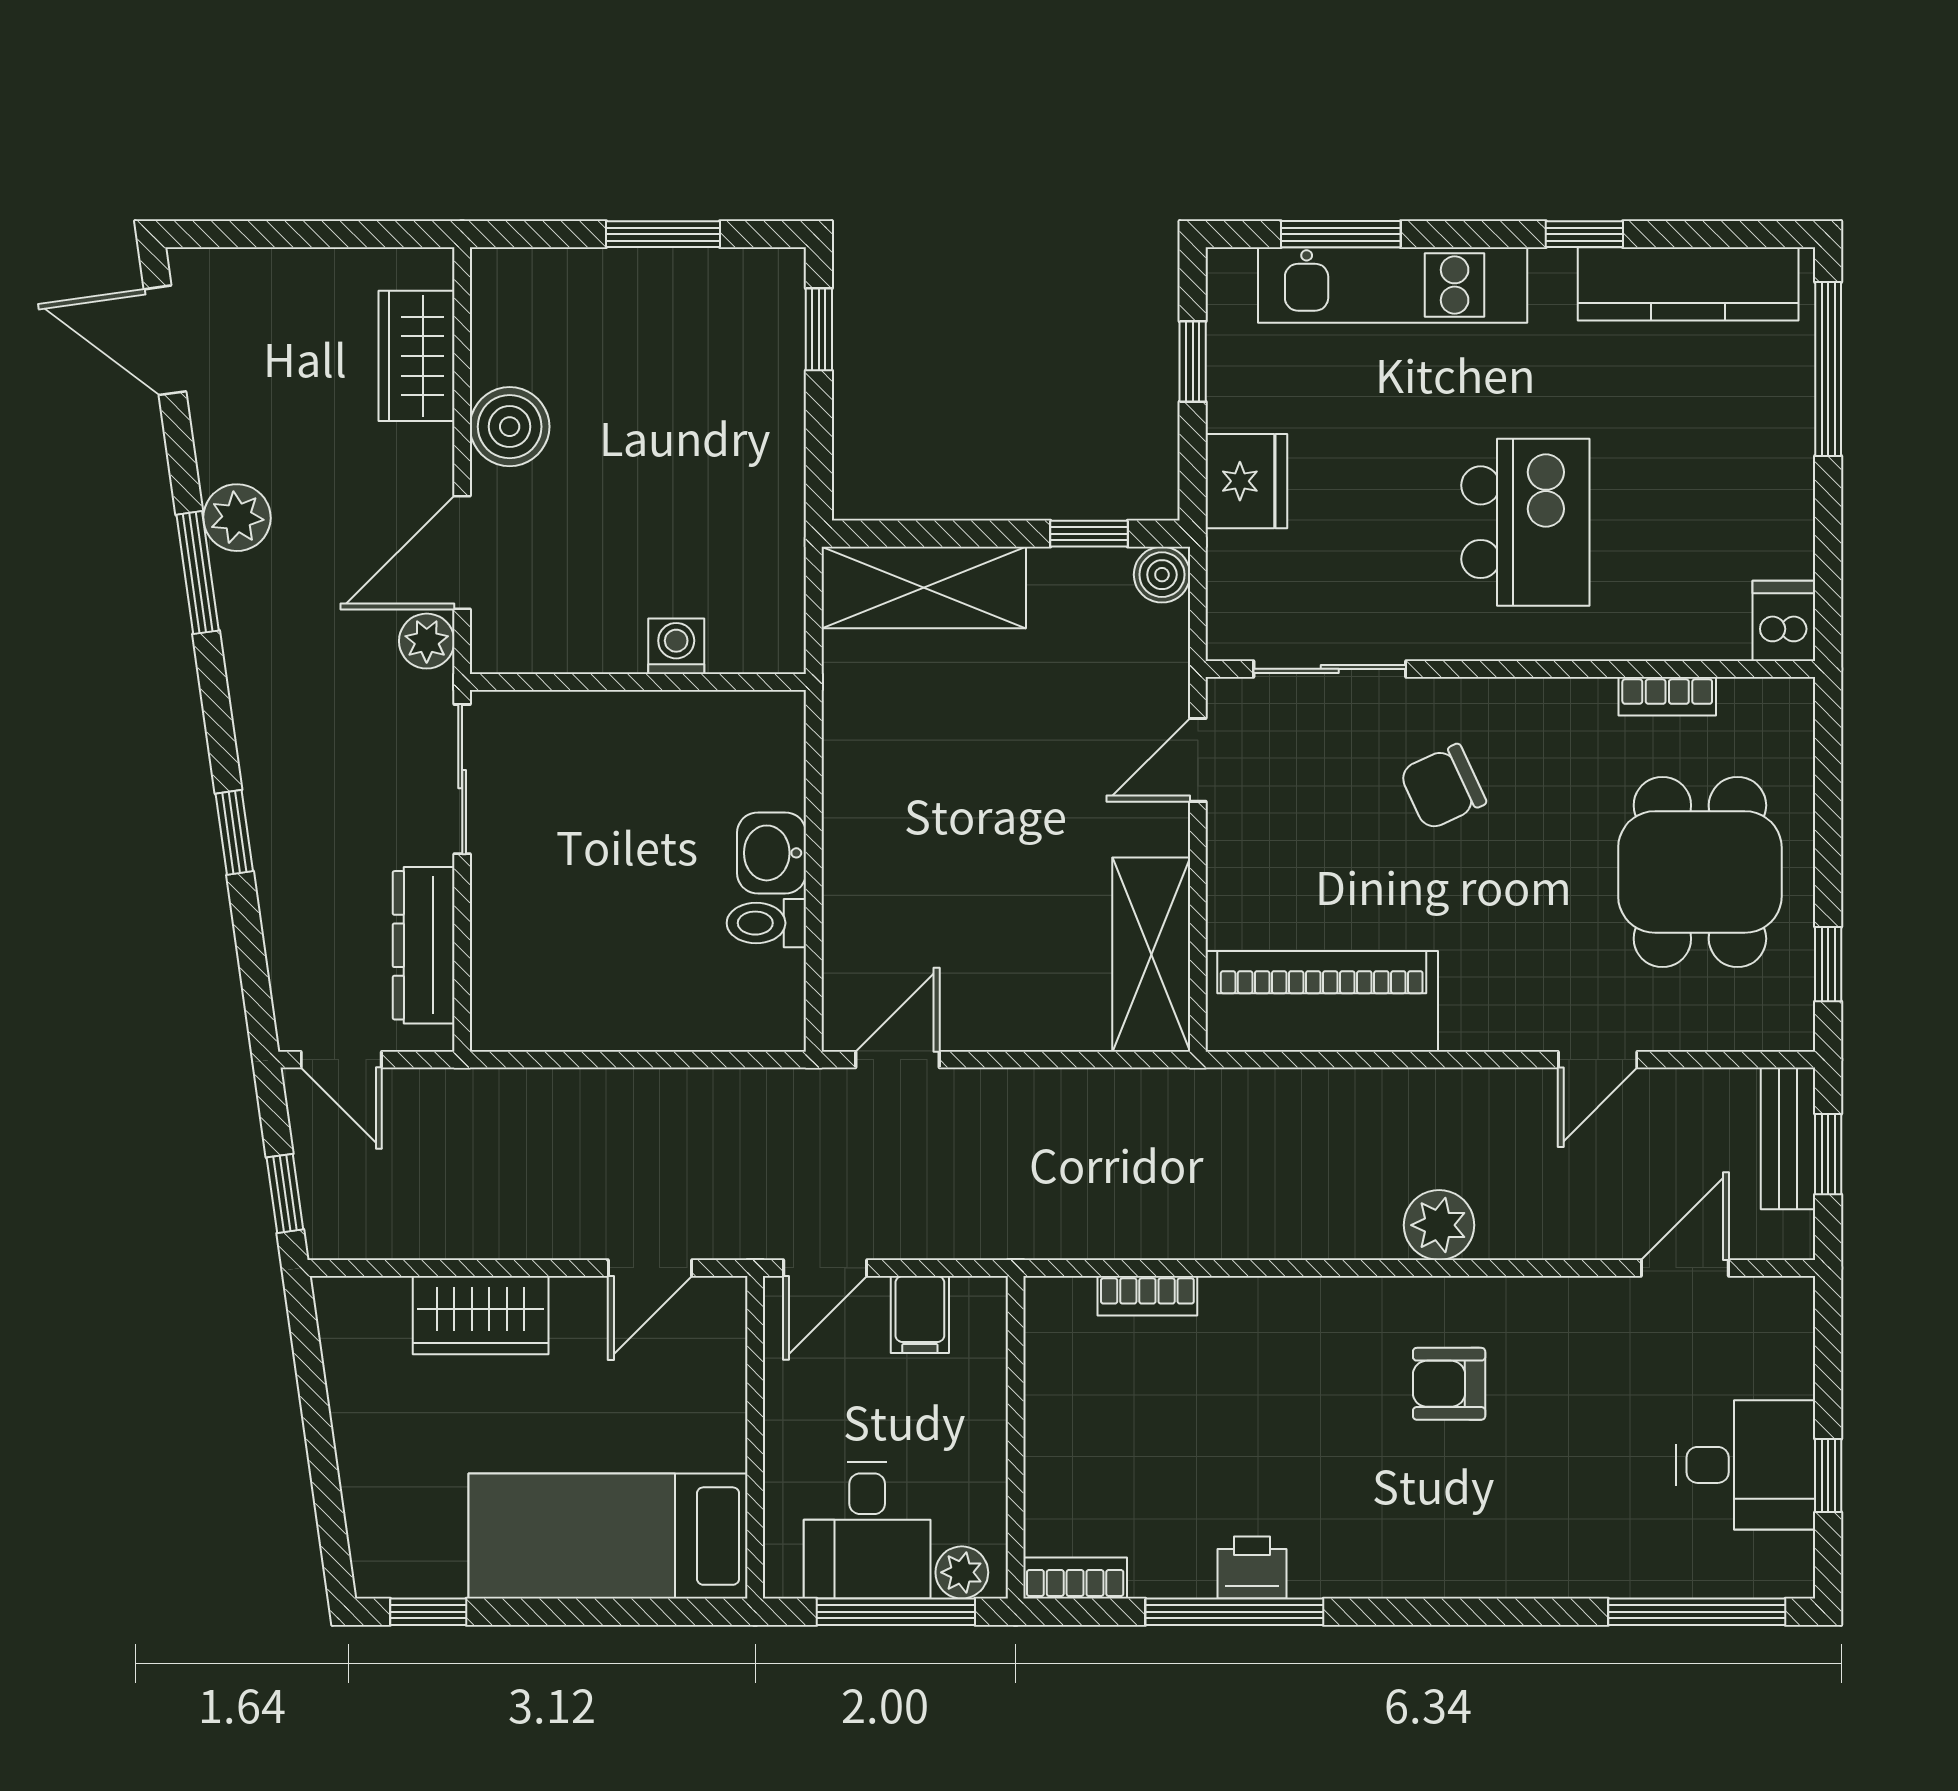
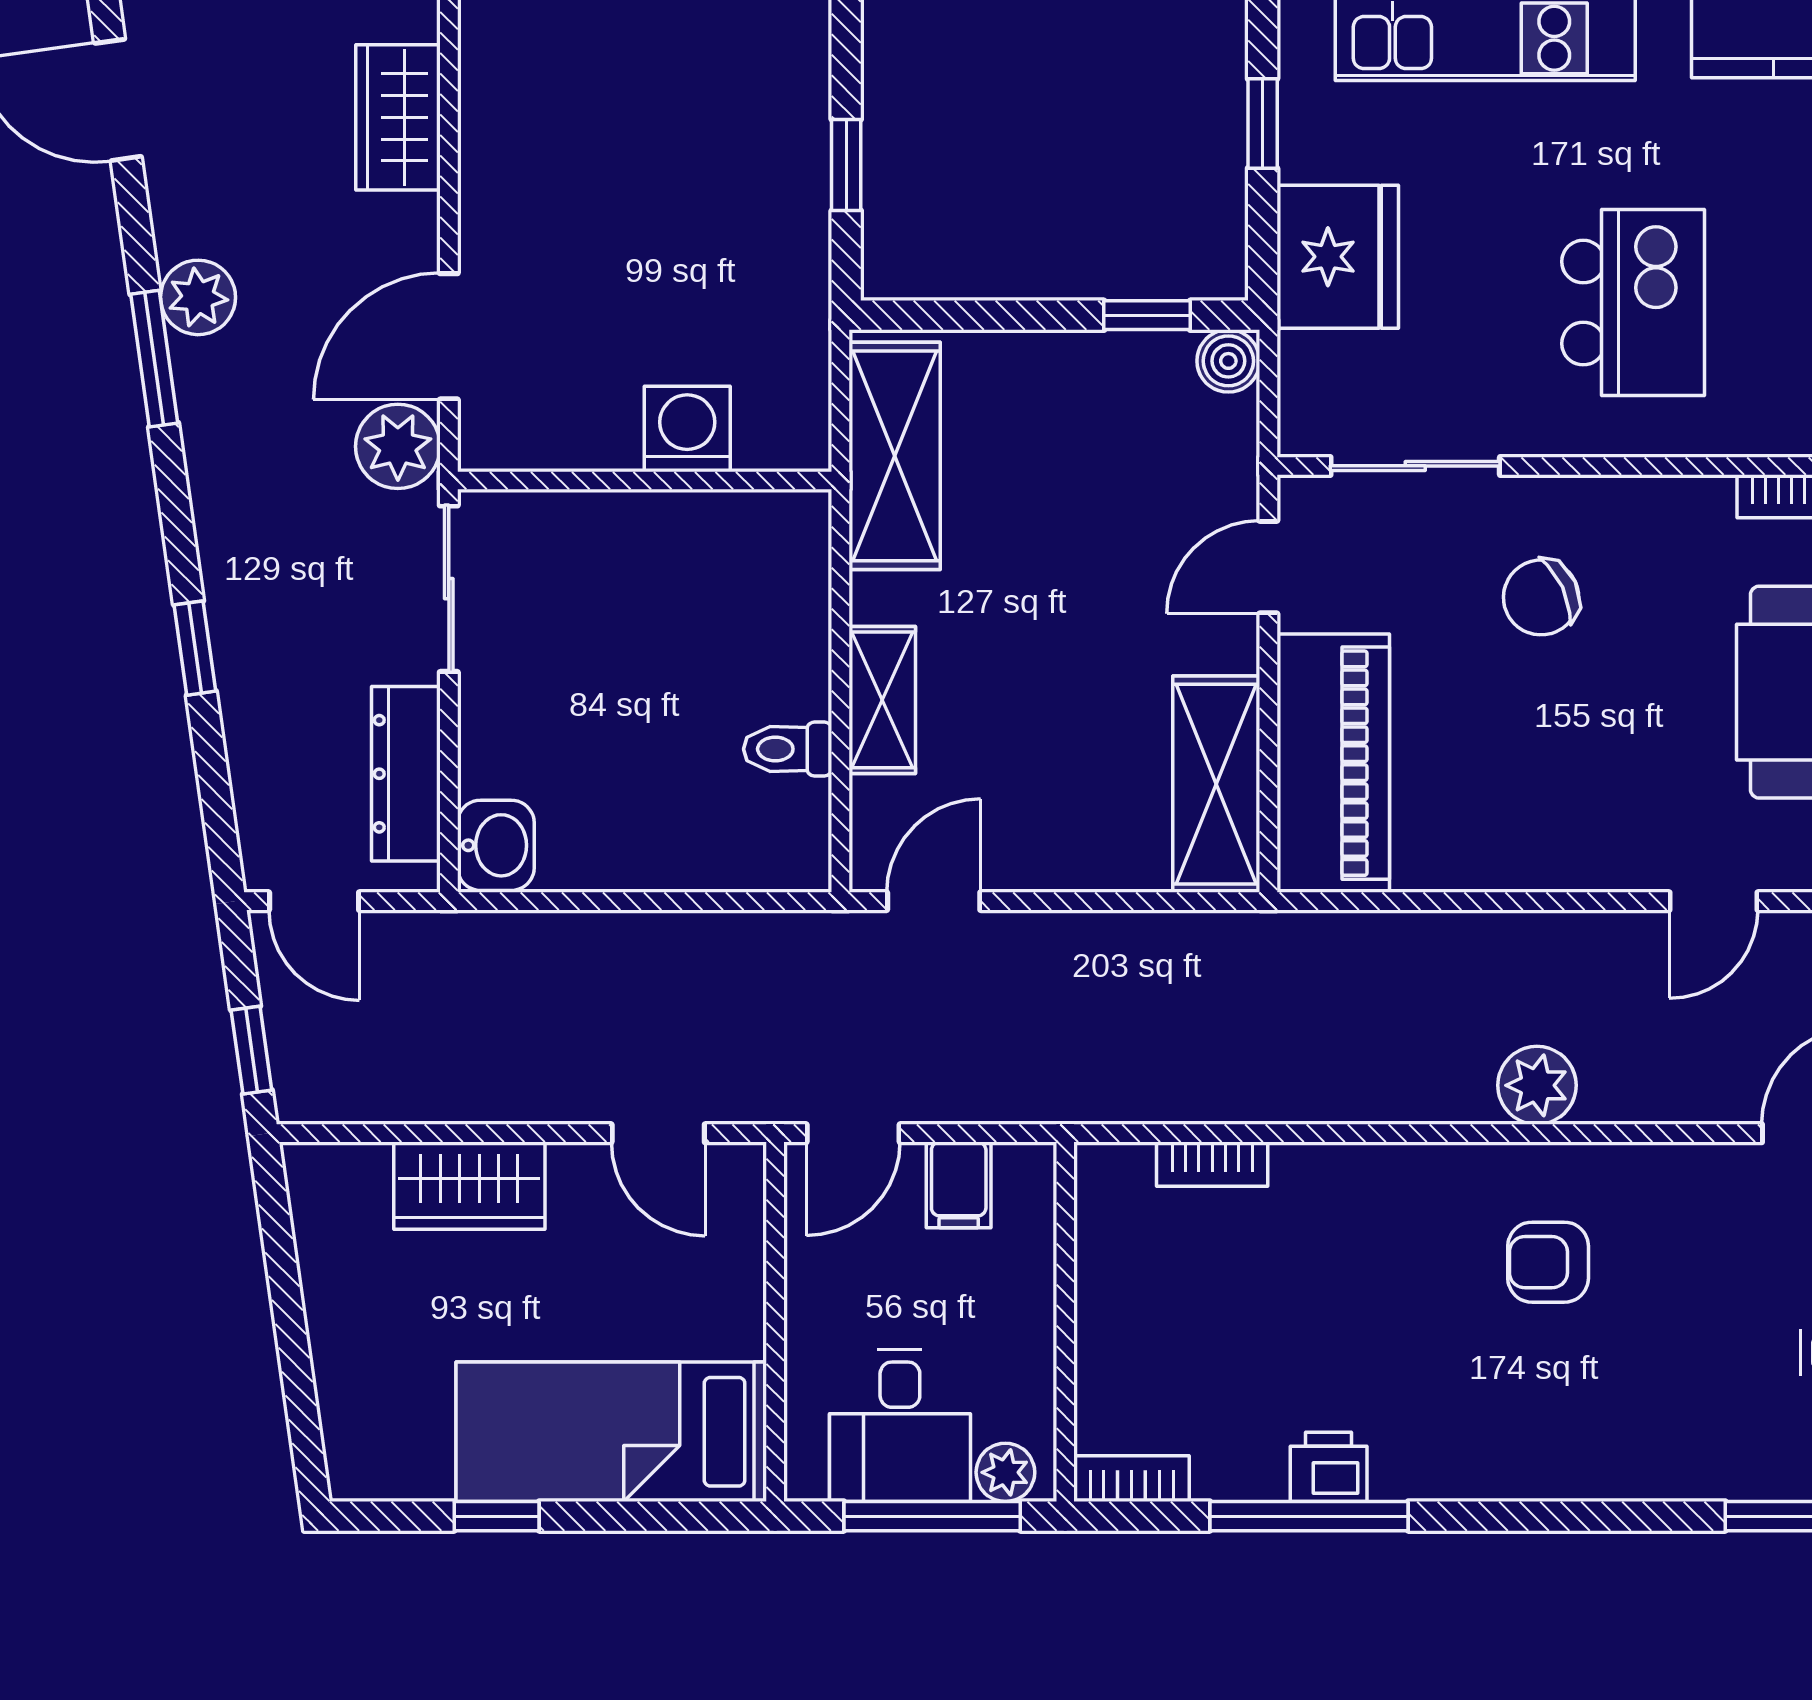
window: (819, 329) -> (846, 165), moved
boiler: (510, 427) -> (502, 196), removed
fridge: (1246, 481) -> (1338, 257), width x1.36, depth x1.34
shelving: (924, 587) -> (895, 456), moved, turned 90
plant: (427, 641) -> (398, 446), width x1.38, depth x1.38
washing machine: (676, 646) -> (687, 429), width x1.38, depth x1.38
washbasin: (772, 853) -> (496, 845), moved, turned 180
shelving: (851, 879) -> (882, 700), added
piano: (1322, 1001) -> (1333, 763), moved, turned 90
door: (650, 1268) -> (658, 1133), hinge flipped
window: (428, 1612) -> (497, 1516), moved

